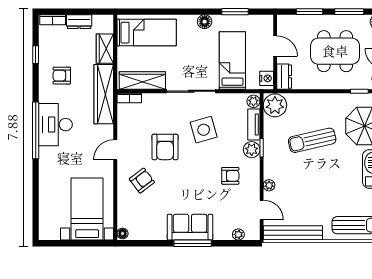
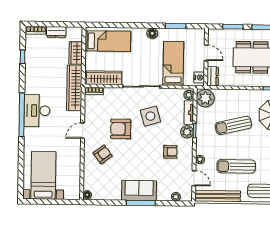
armchair: (62, 76) -> (42, 73), removed
armchair: (165, 147) -> (121, 129), turned 90
sun lounger: (316, 194) -> (236, 166), added
bed with nightstands: (87, 209) -> (43, 175), moved

